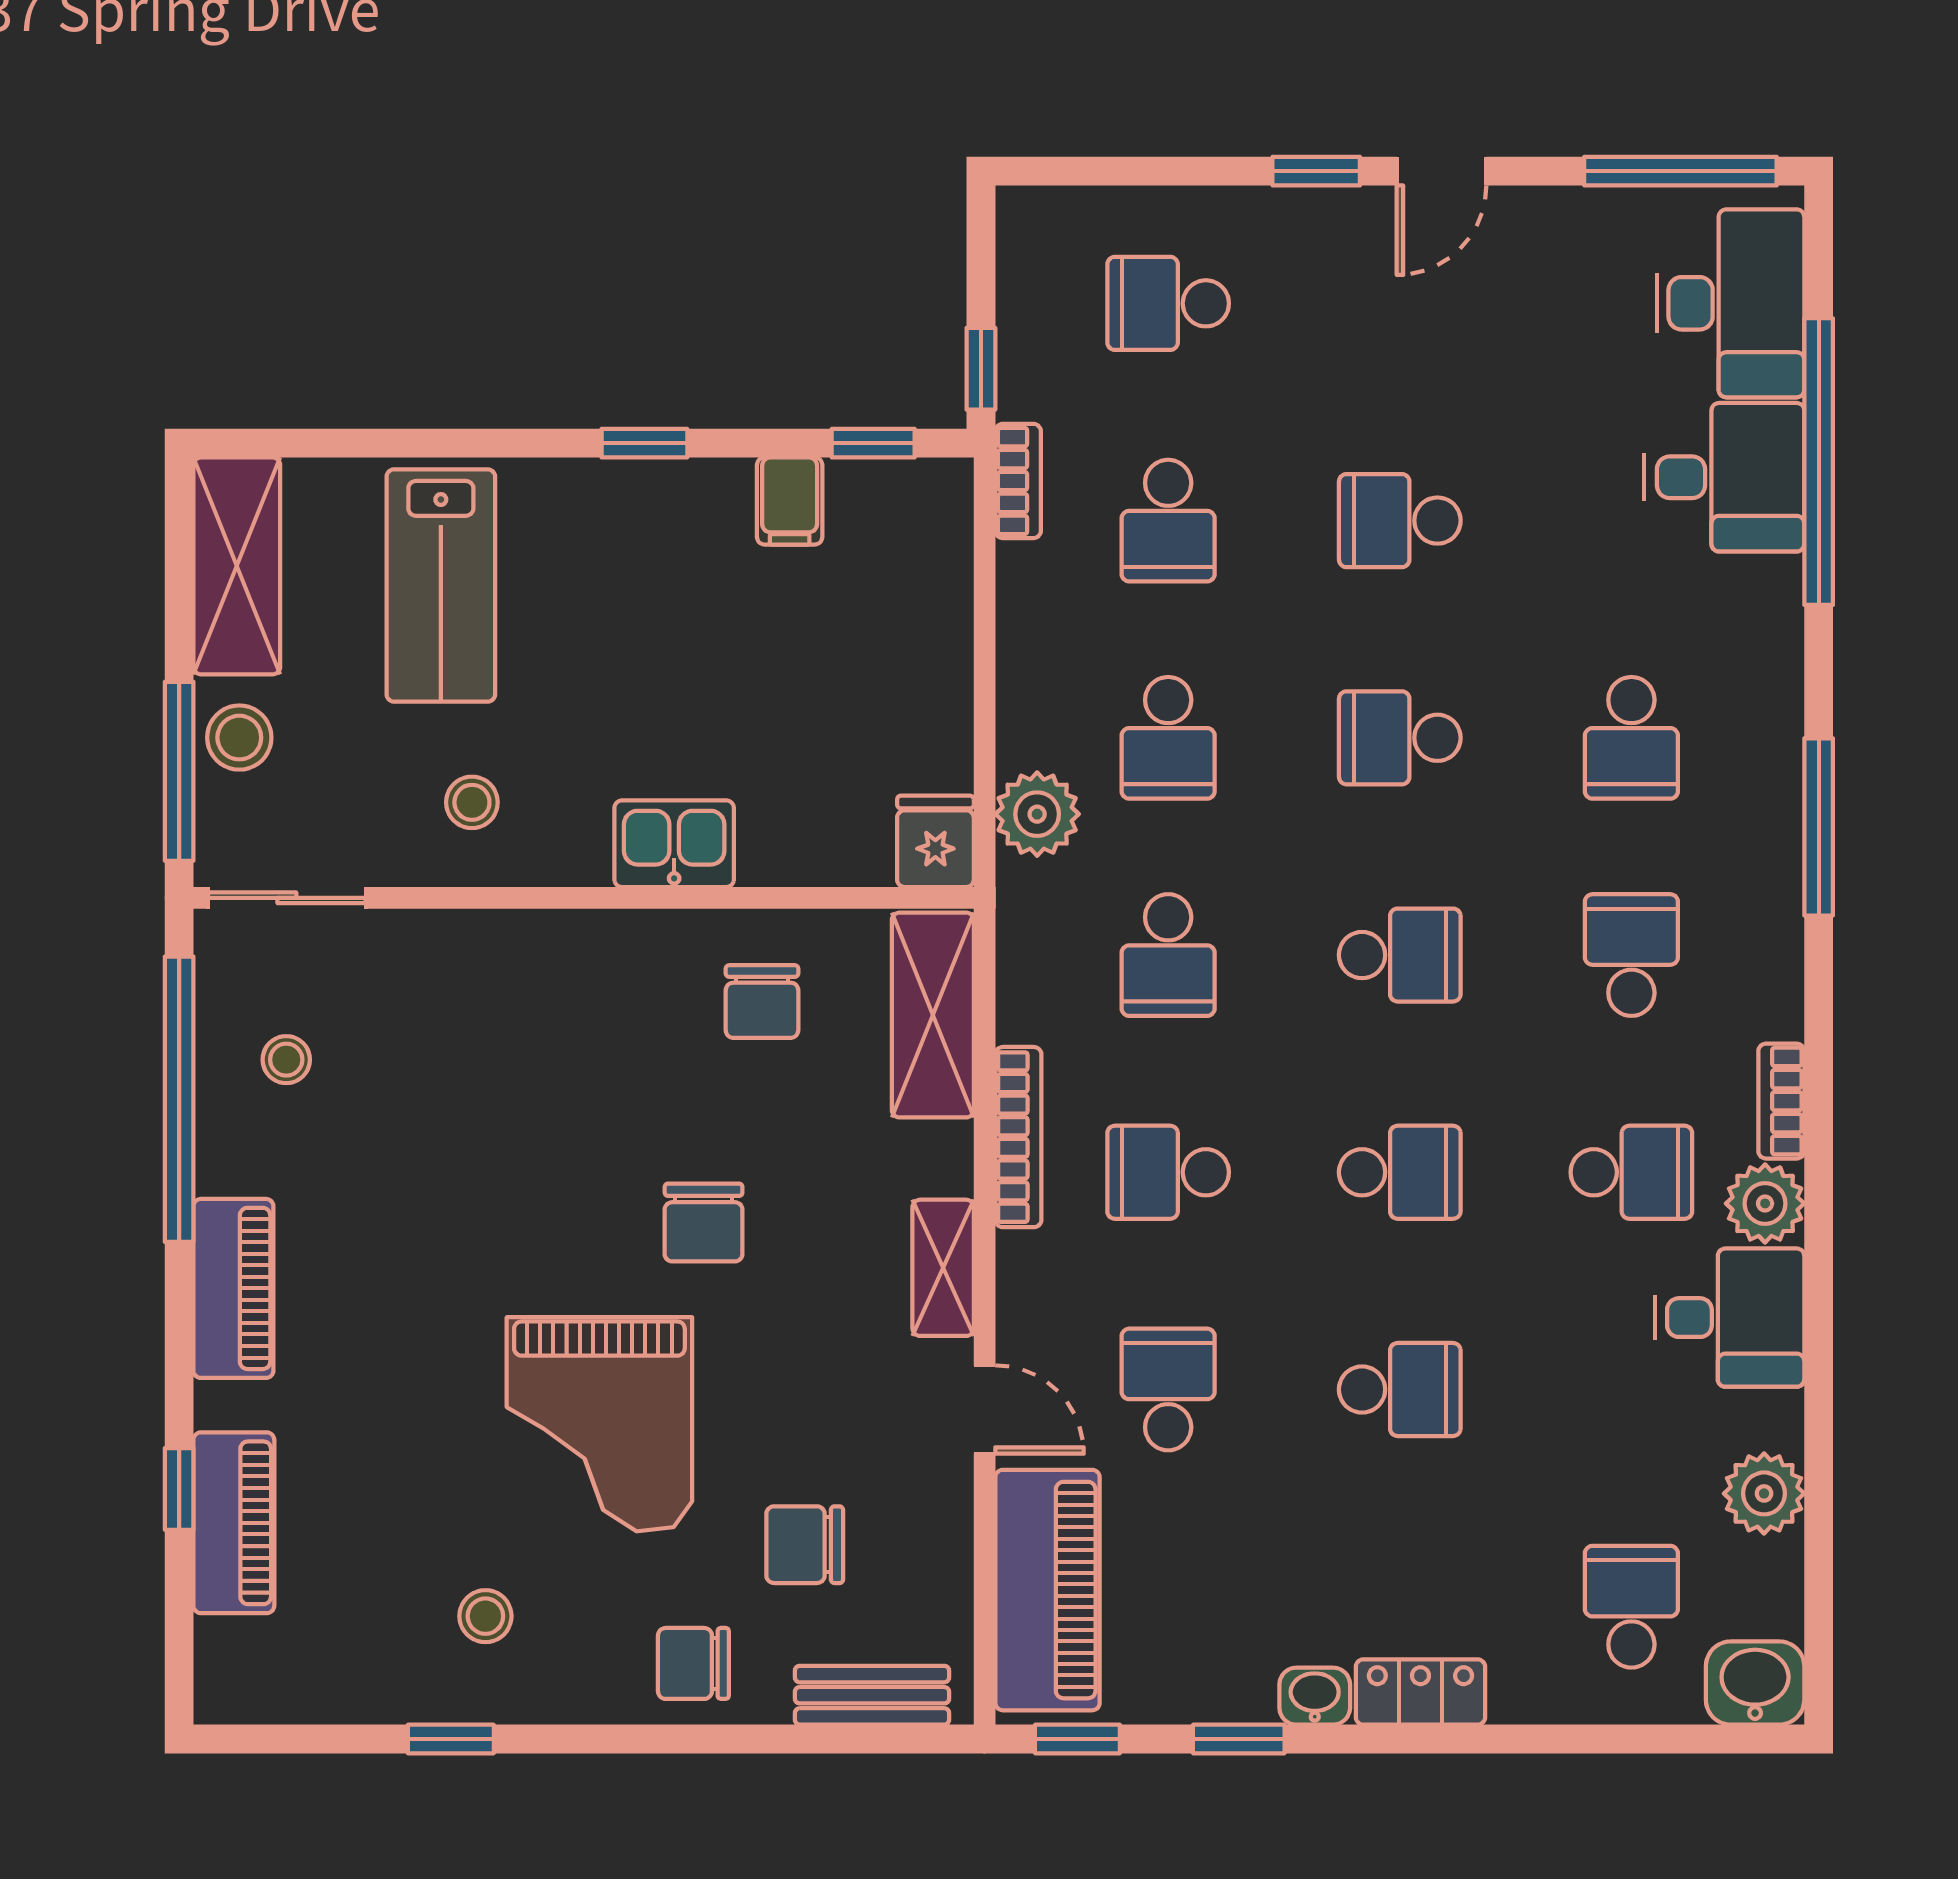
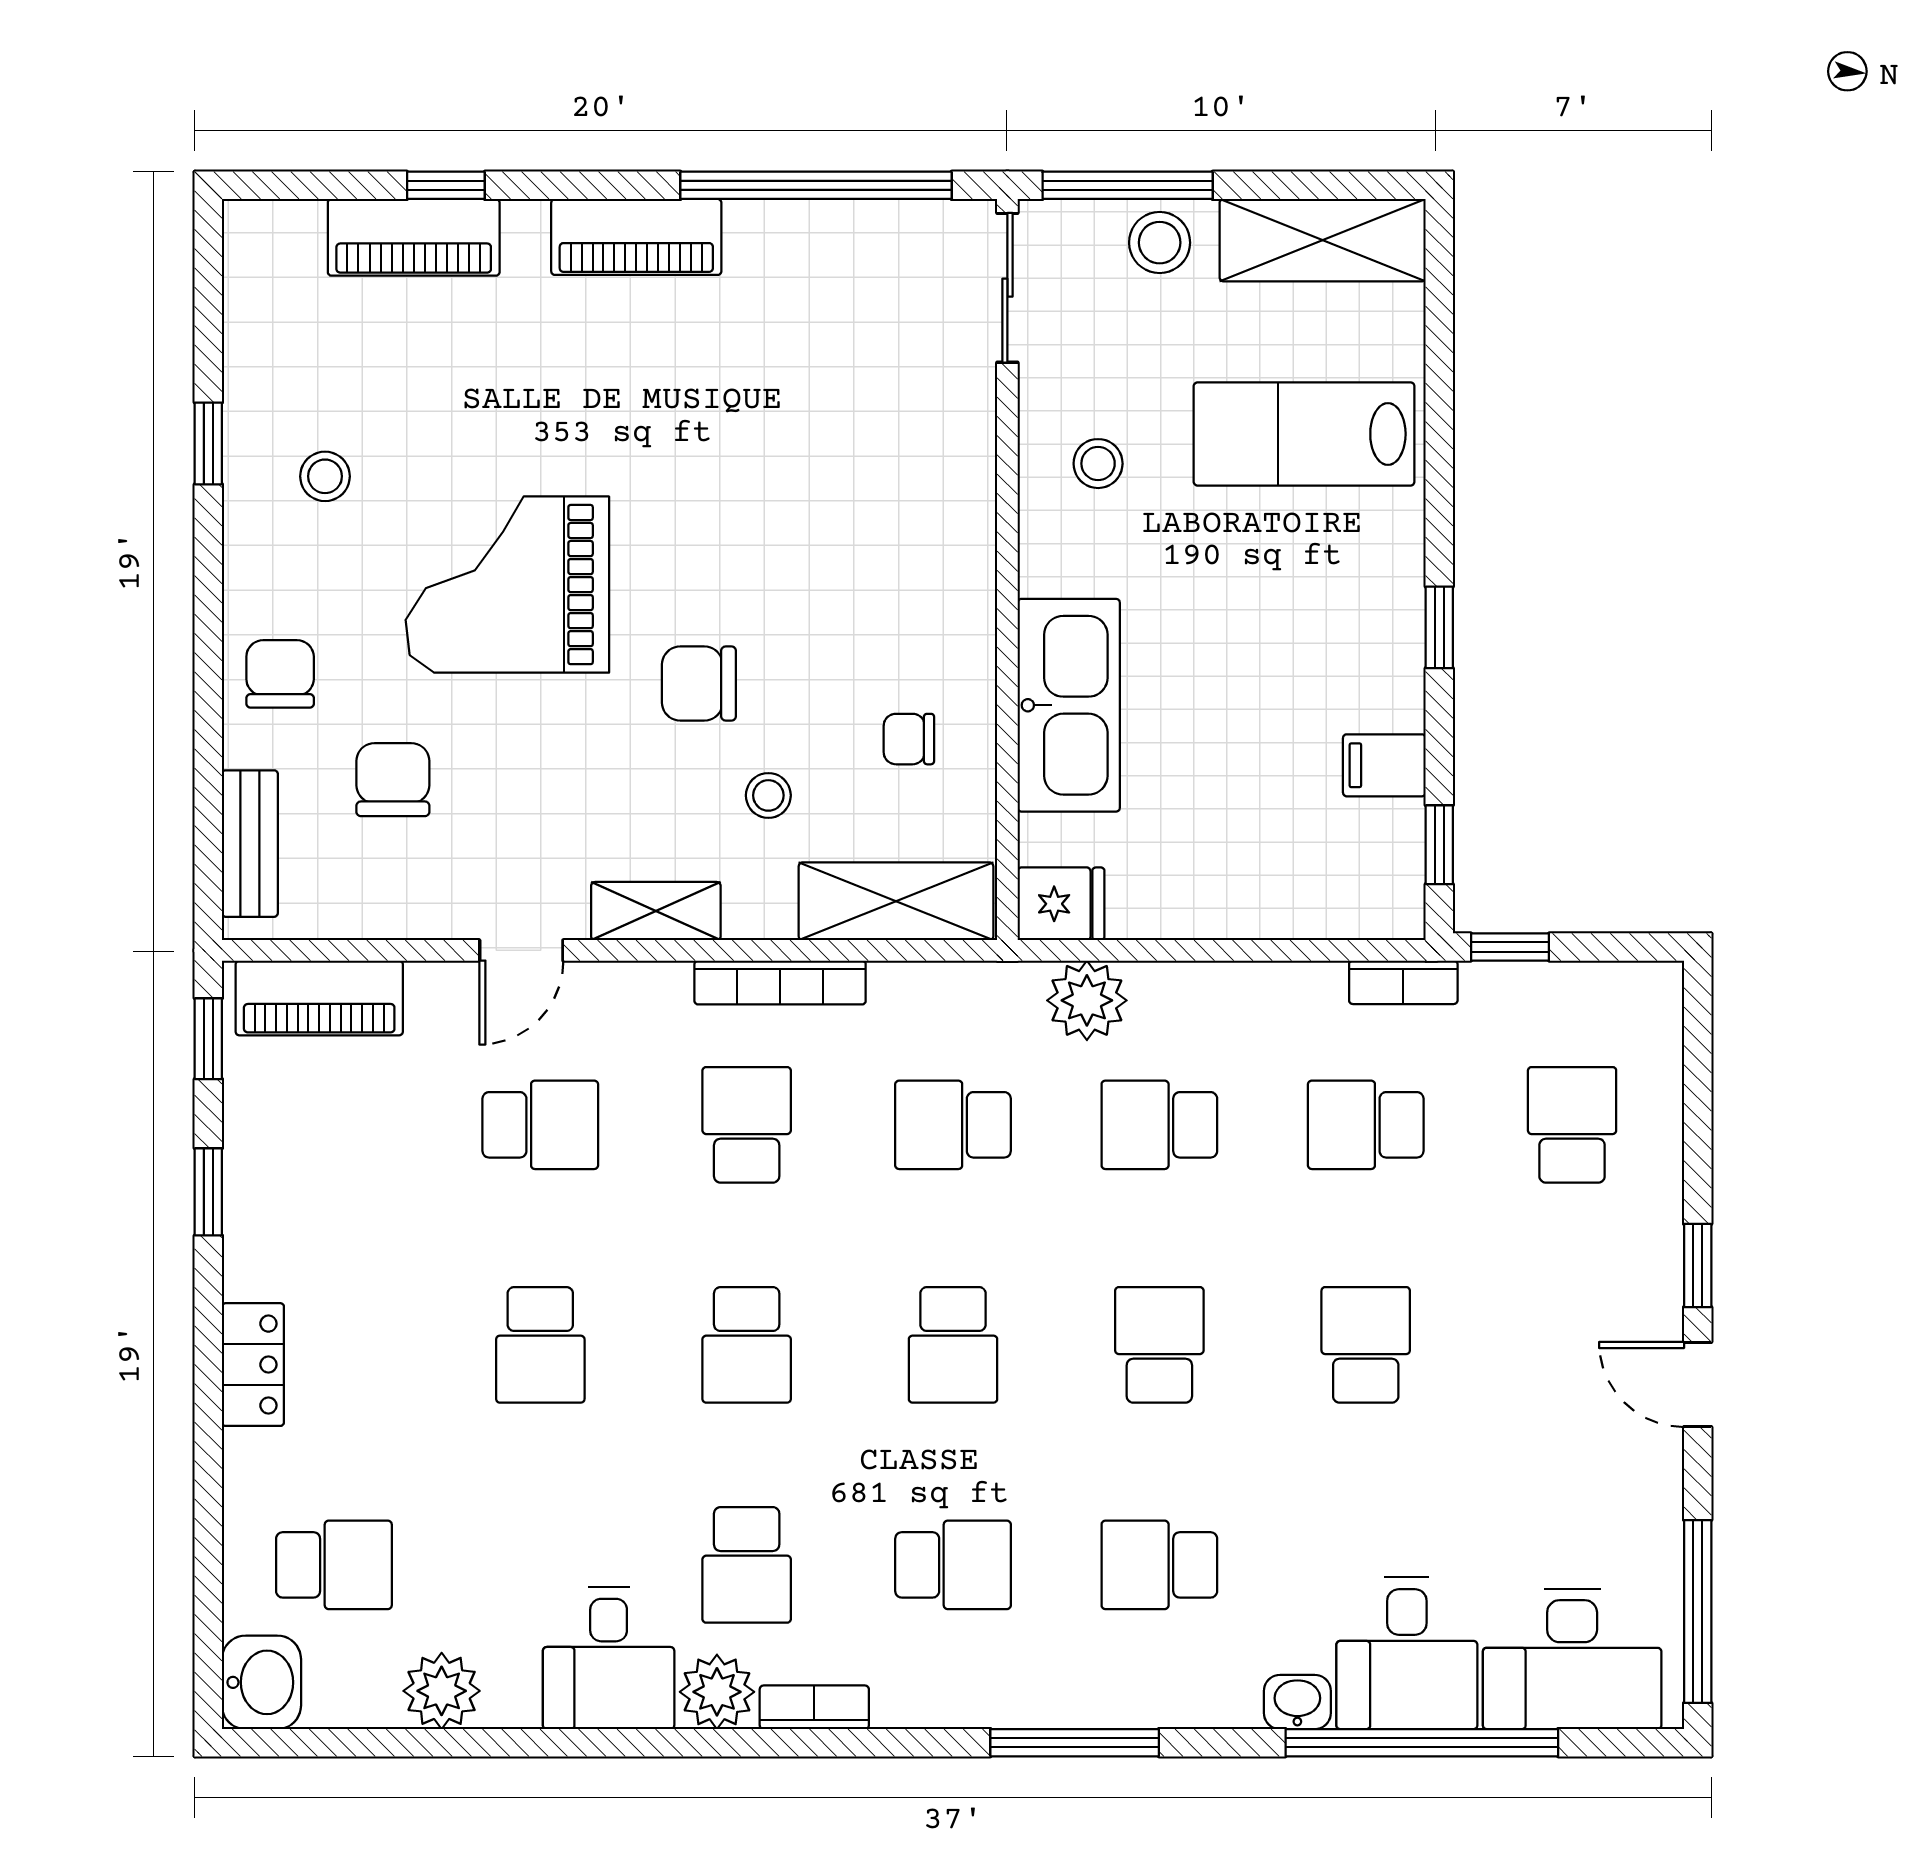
kitchen sink: (674, 844) -> (1069, 705), width x1.87, depth x1.24
chair: (762, 1002) -> (909, 739), width x0.73, depth x0.73
stool: (286, 1060) -> (768, 795), moved
piano: (1047, 1590) -> (319, 998), width x0.73, depth x0.75
washbasin: (1315, 1696) -> (1297, 1702), moved, turned -90

